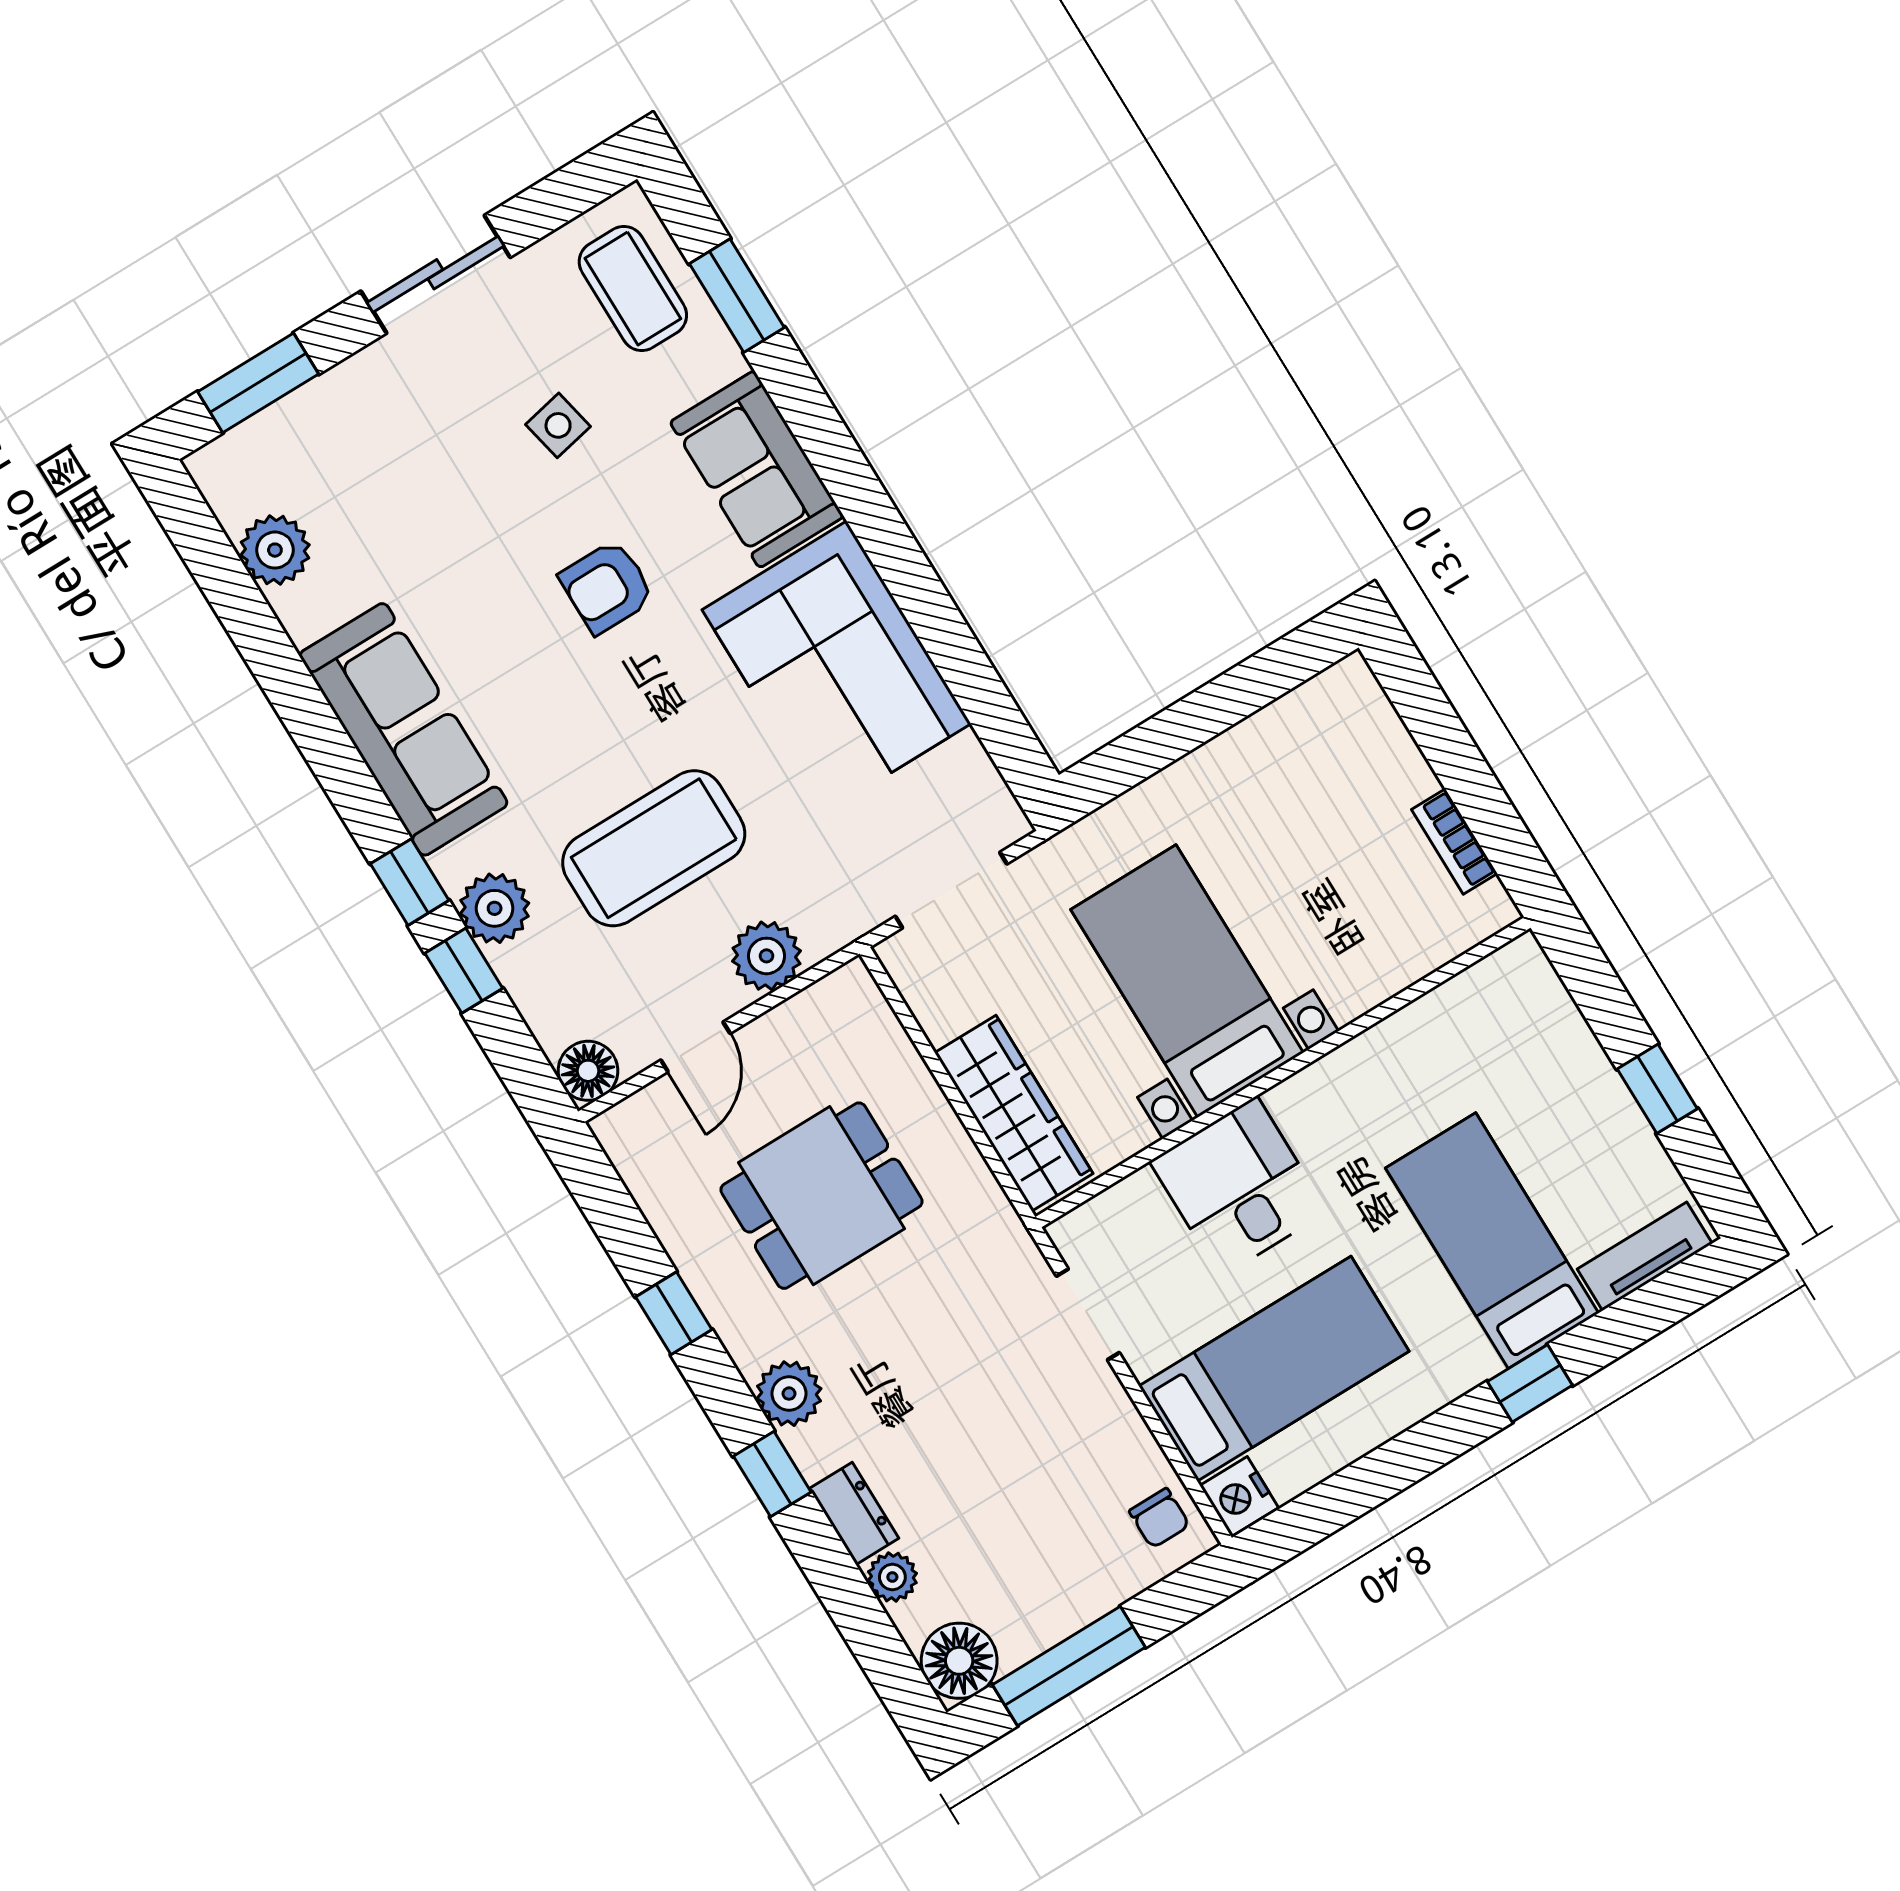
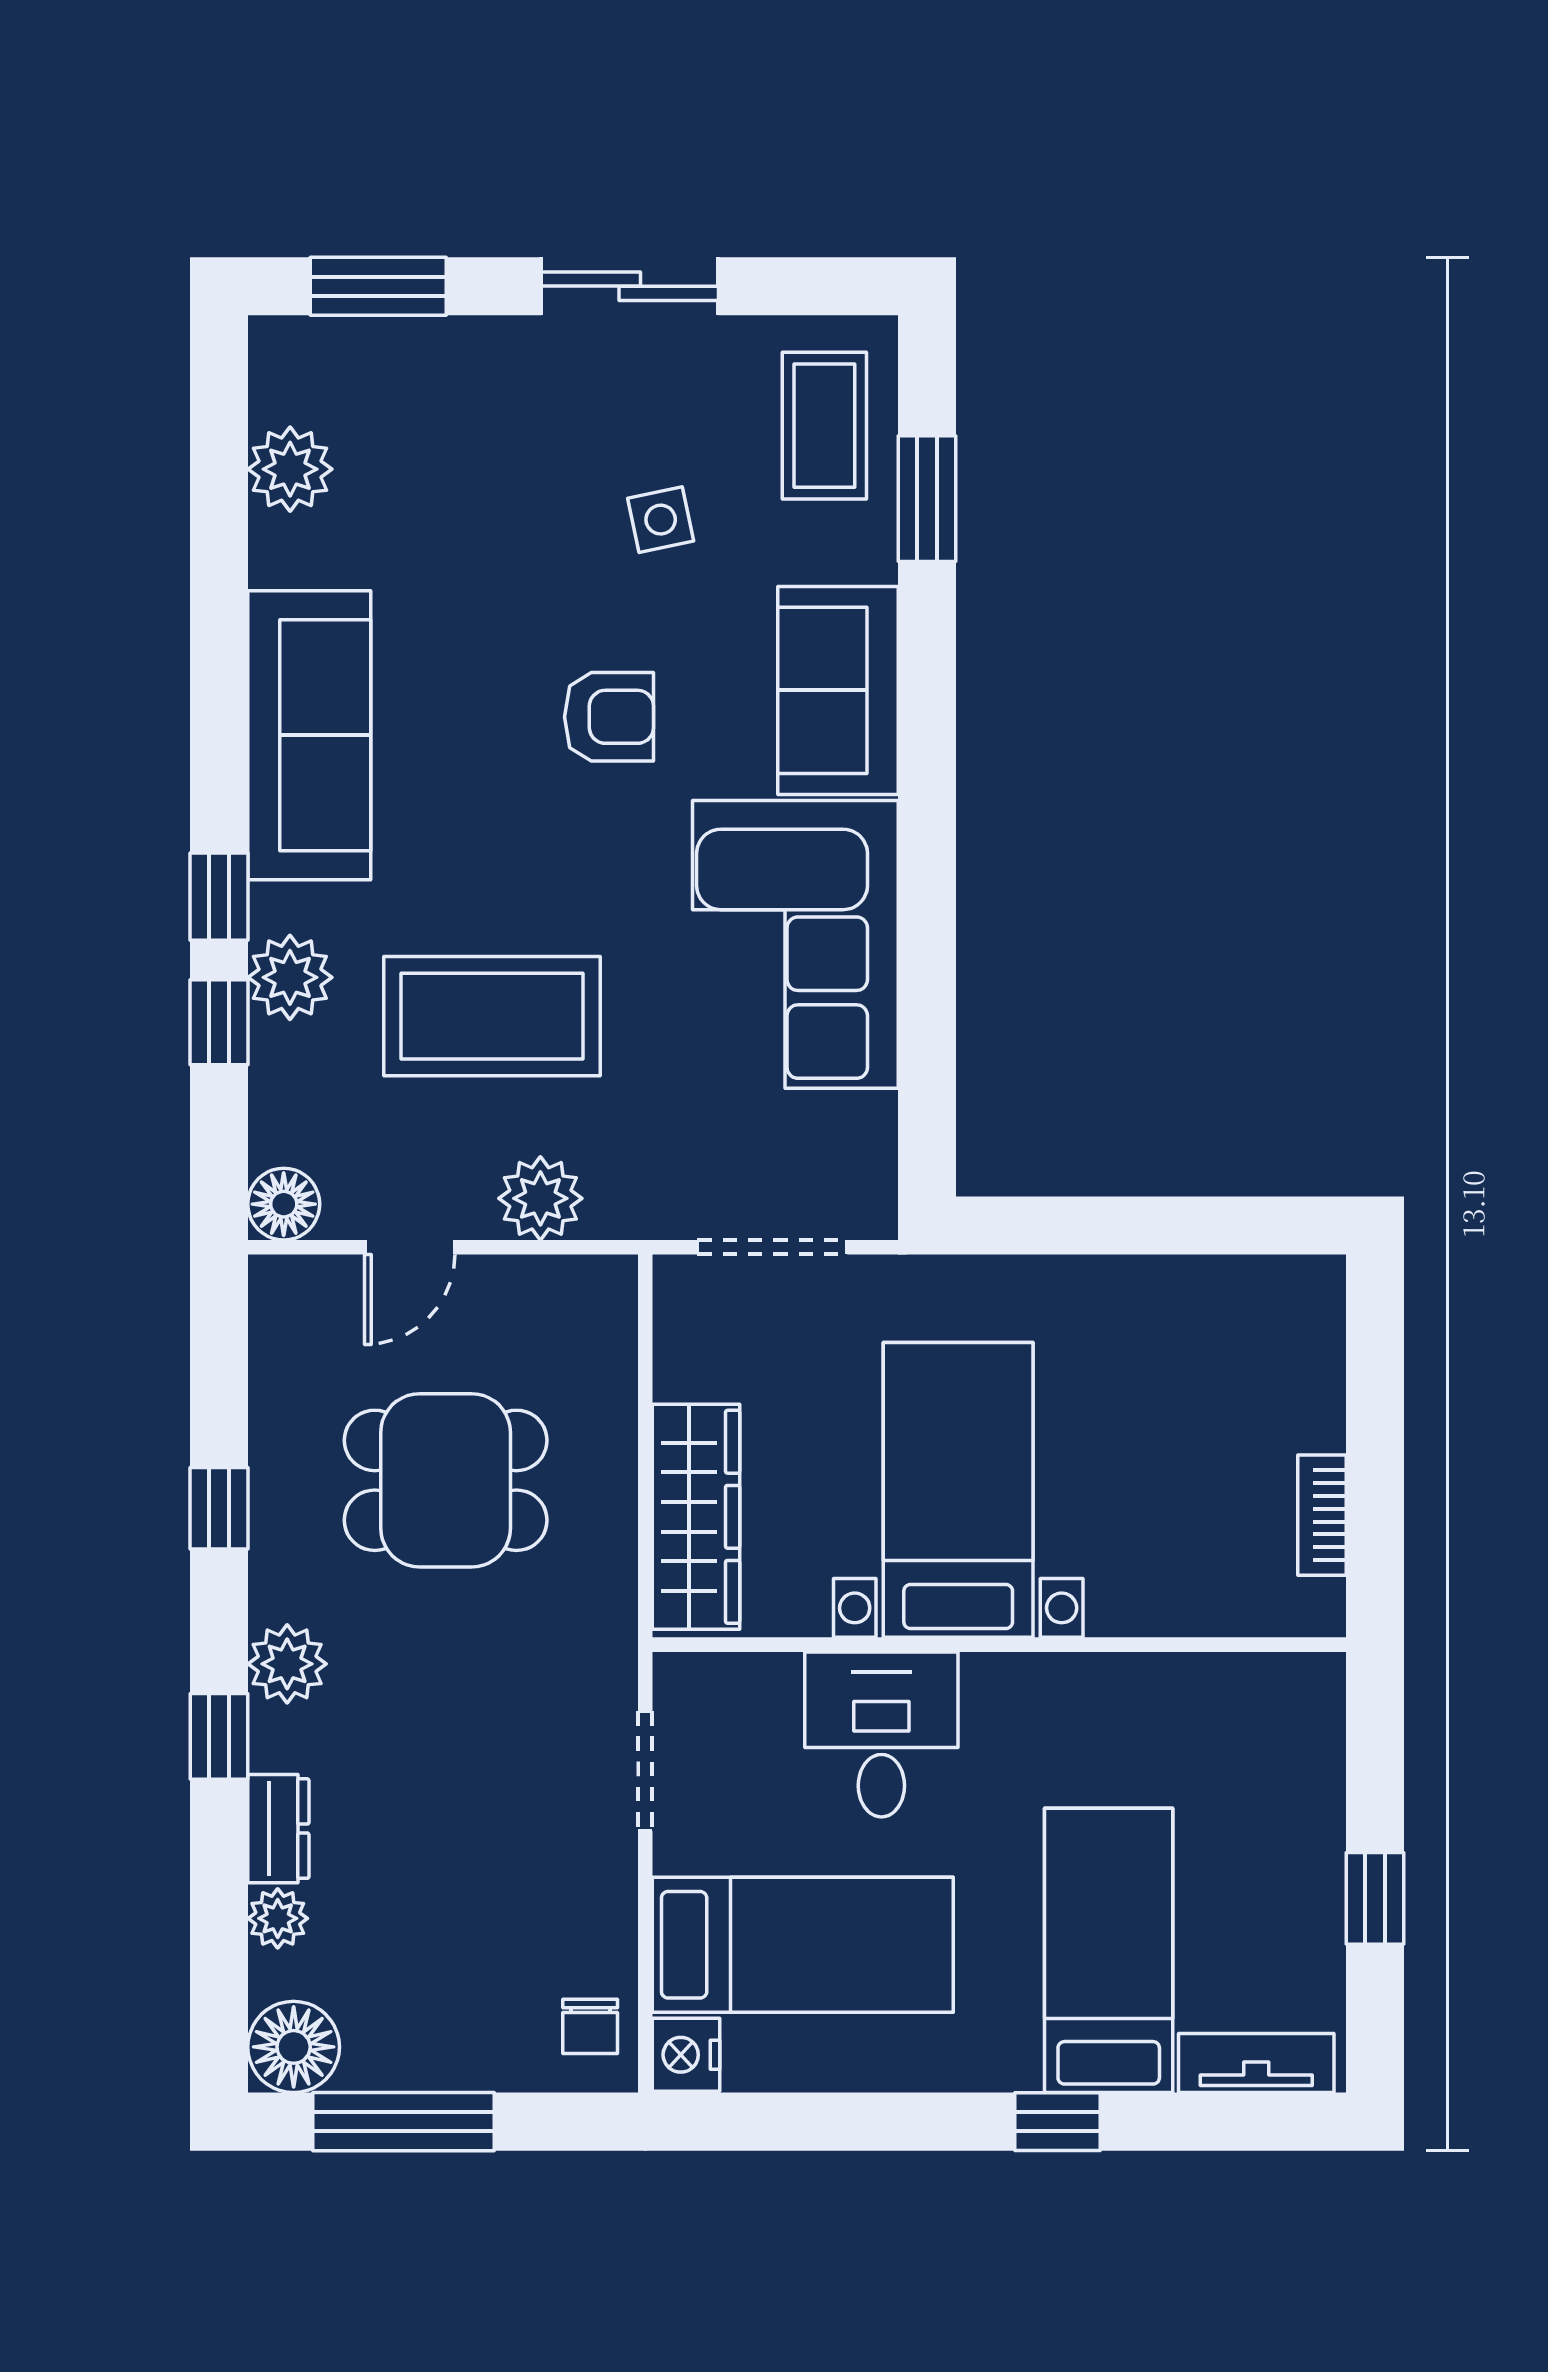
armchair: (607, 587) -> (609, 717), turned 180

